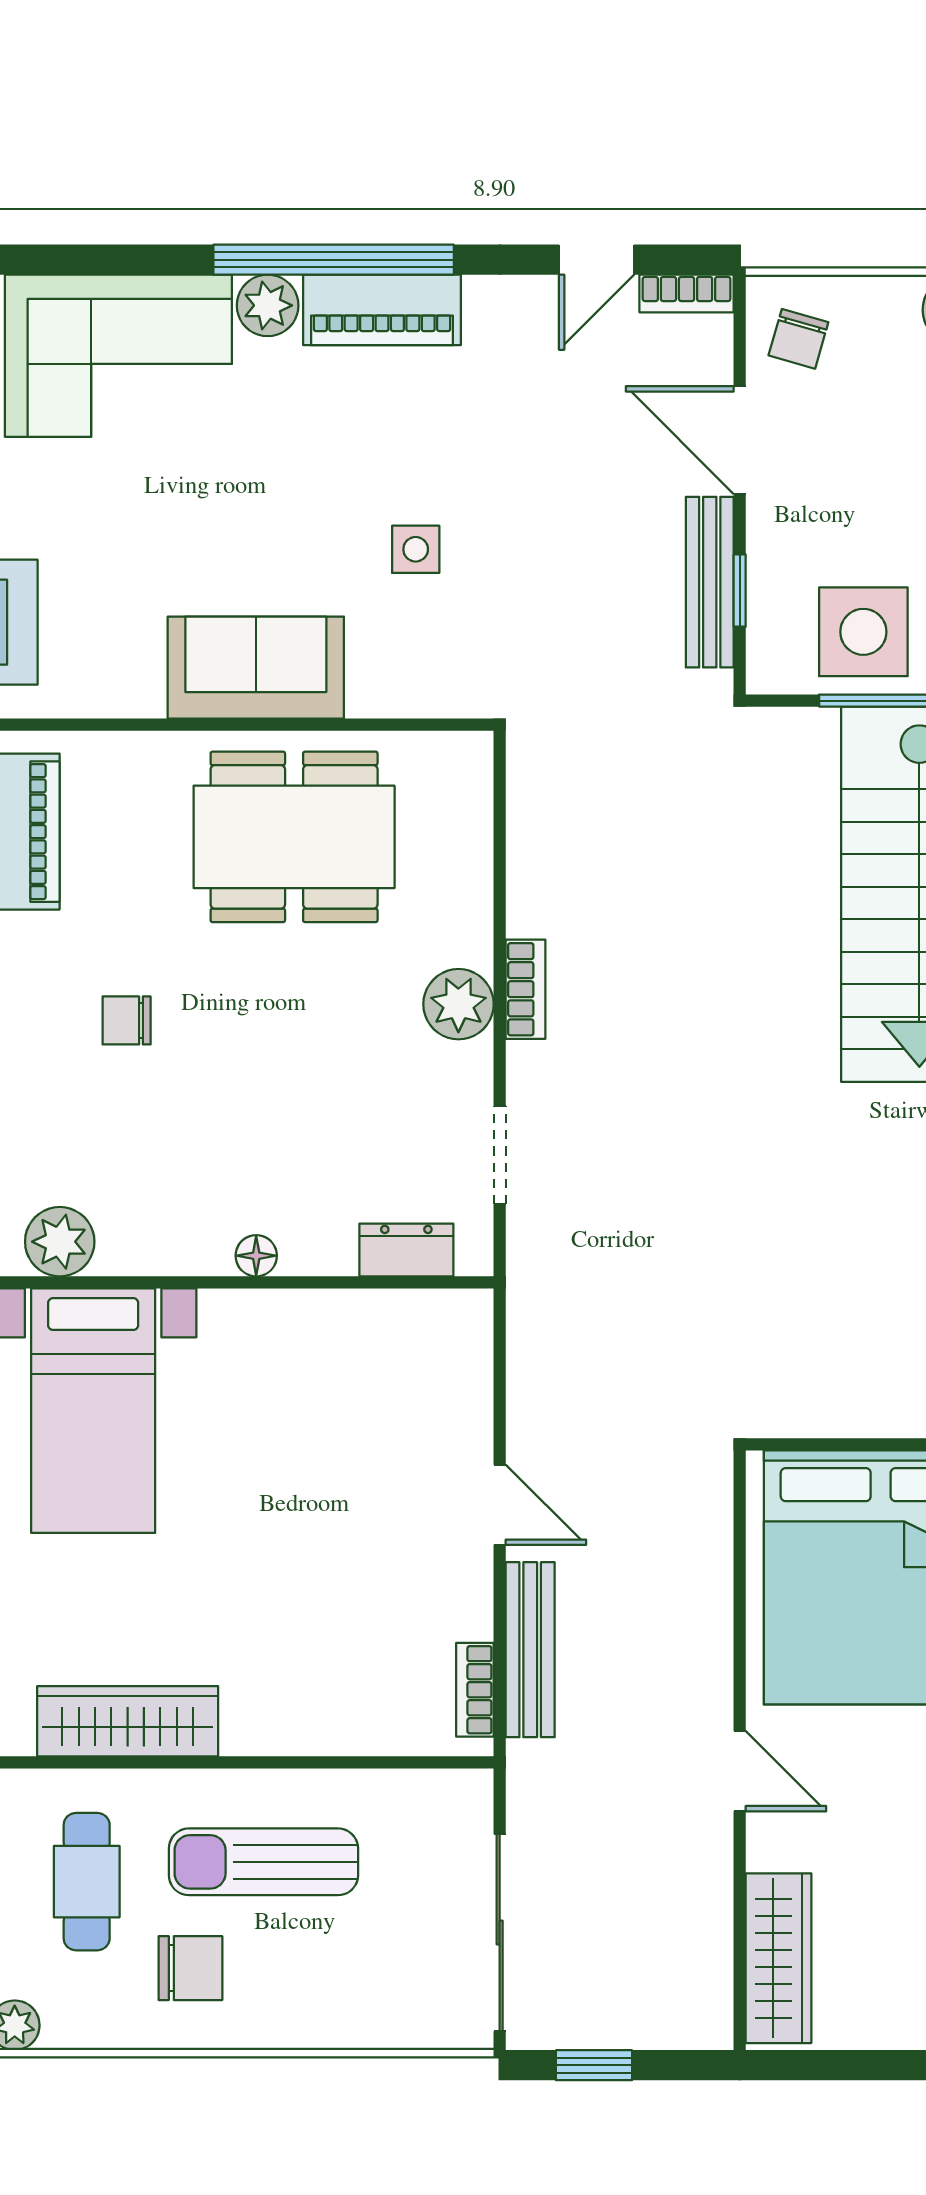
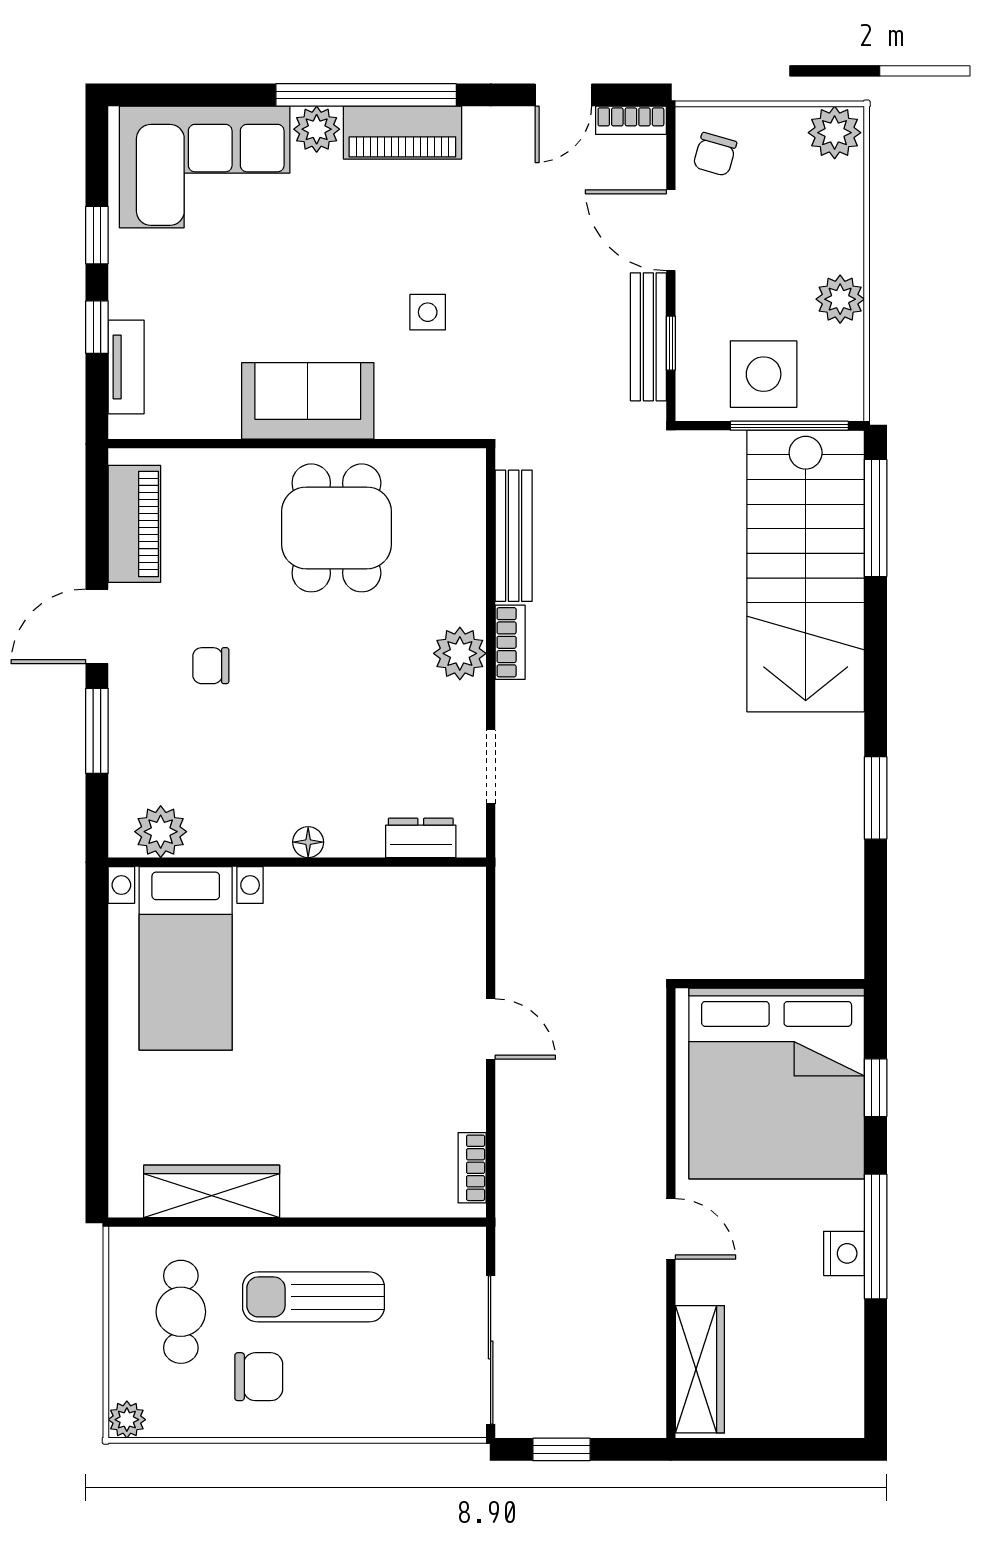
dining table: (294, 837) -> (336, 528), width x0.73
bench: (530, 1650) -> (514, 536), moved

